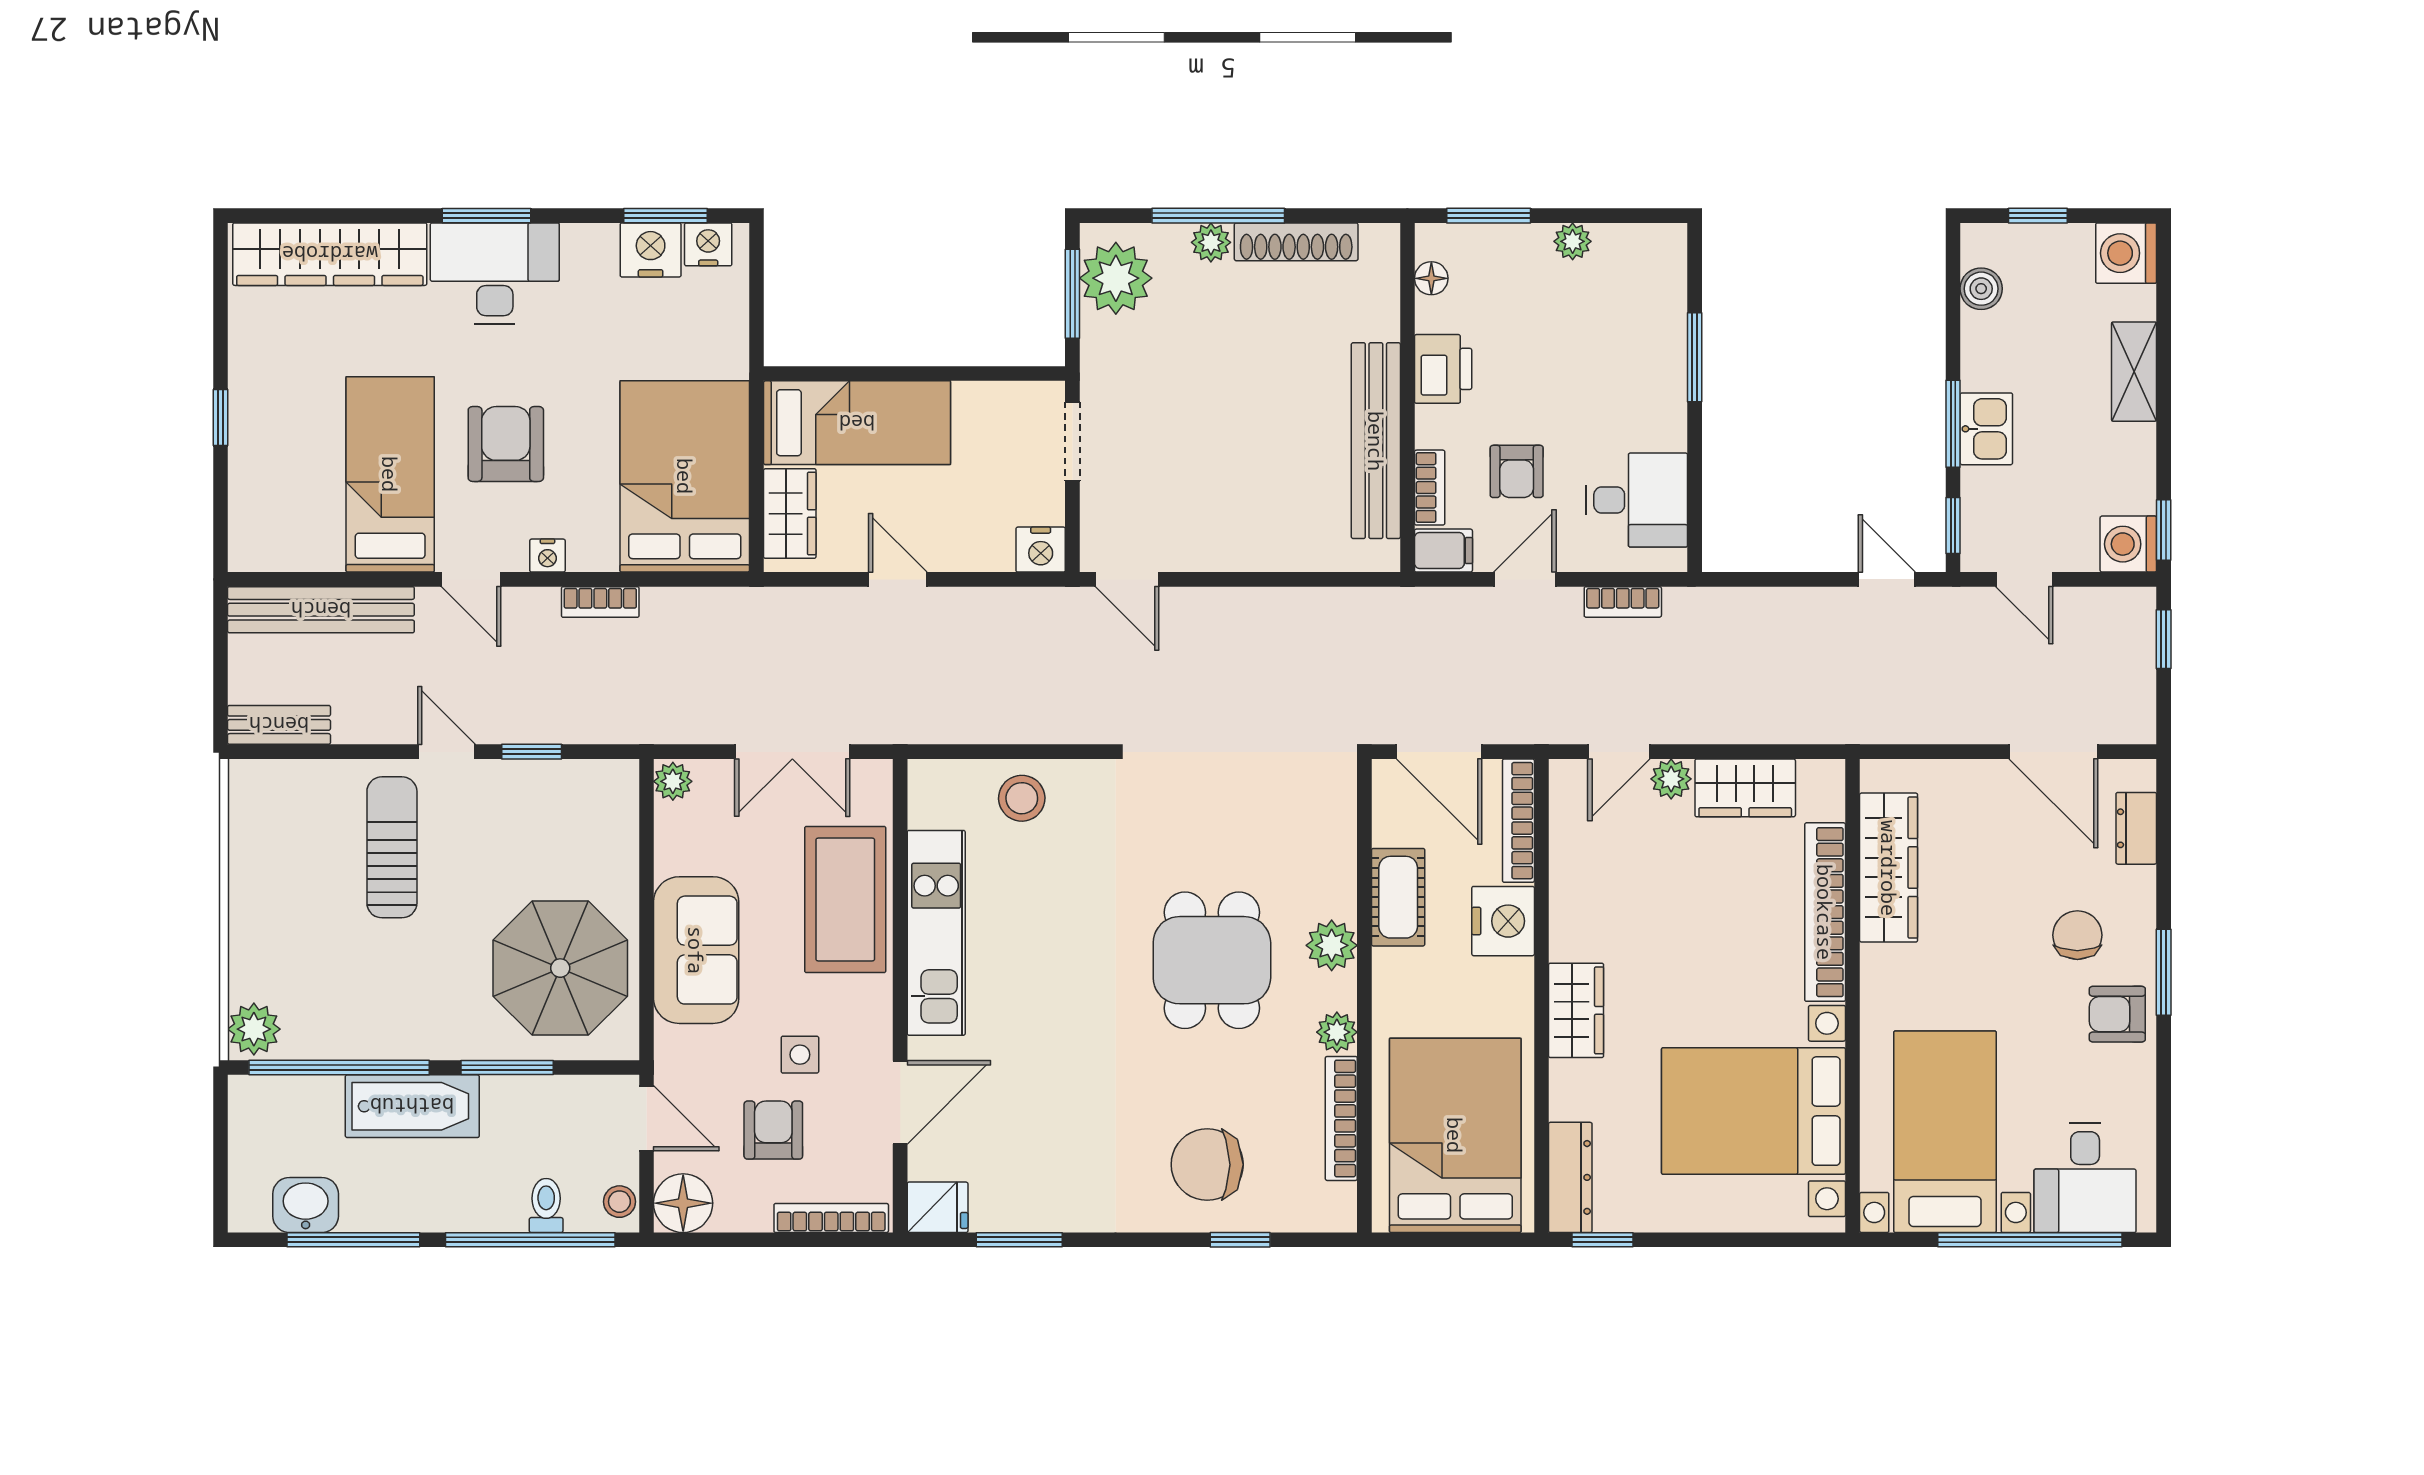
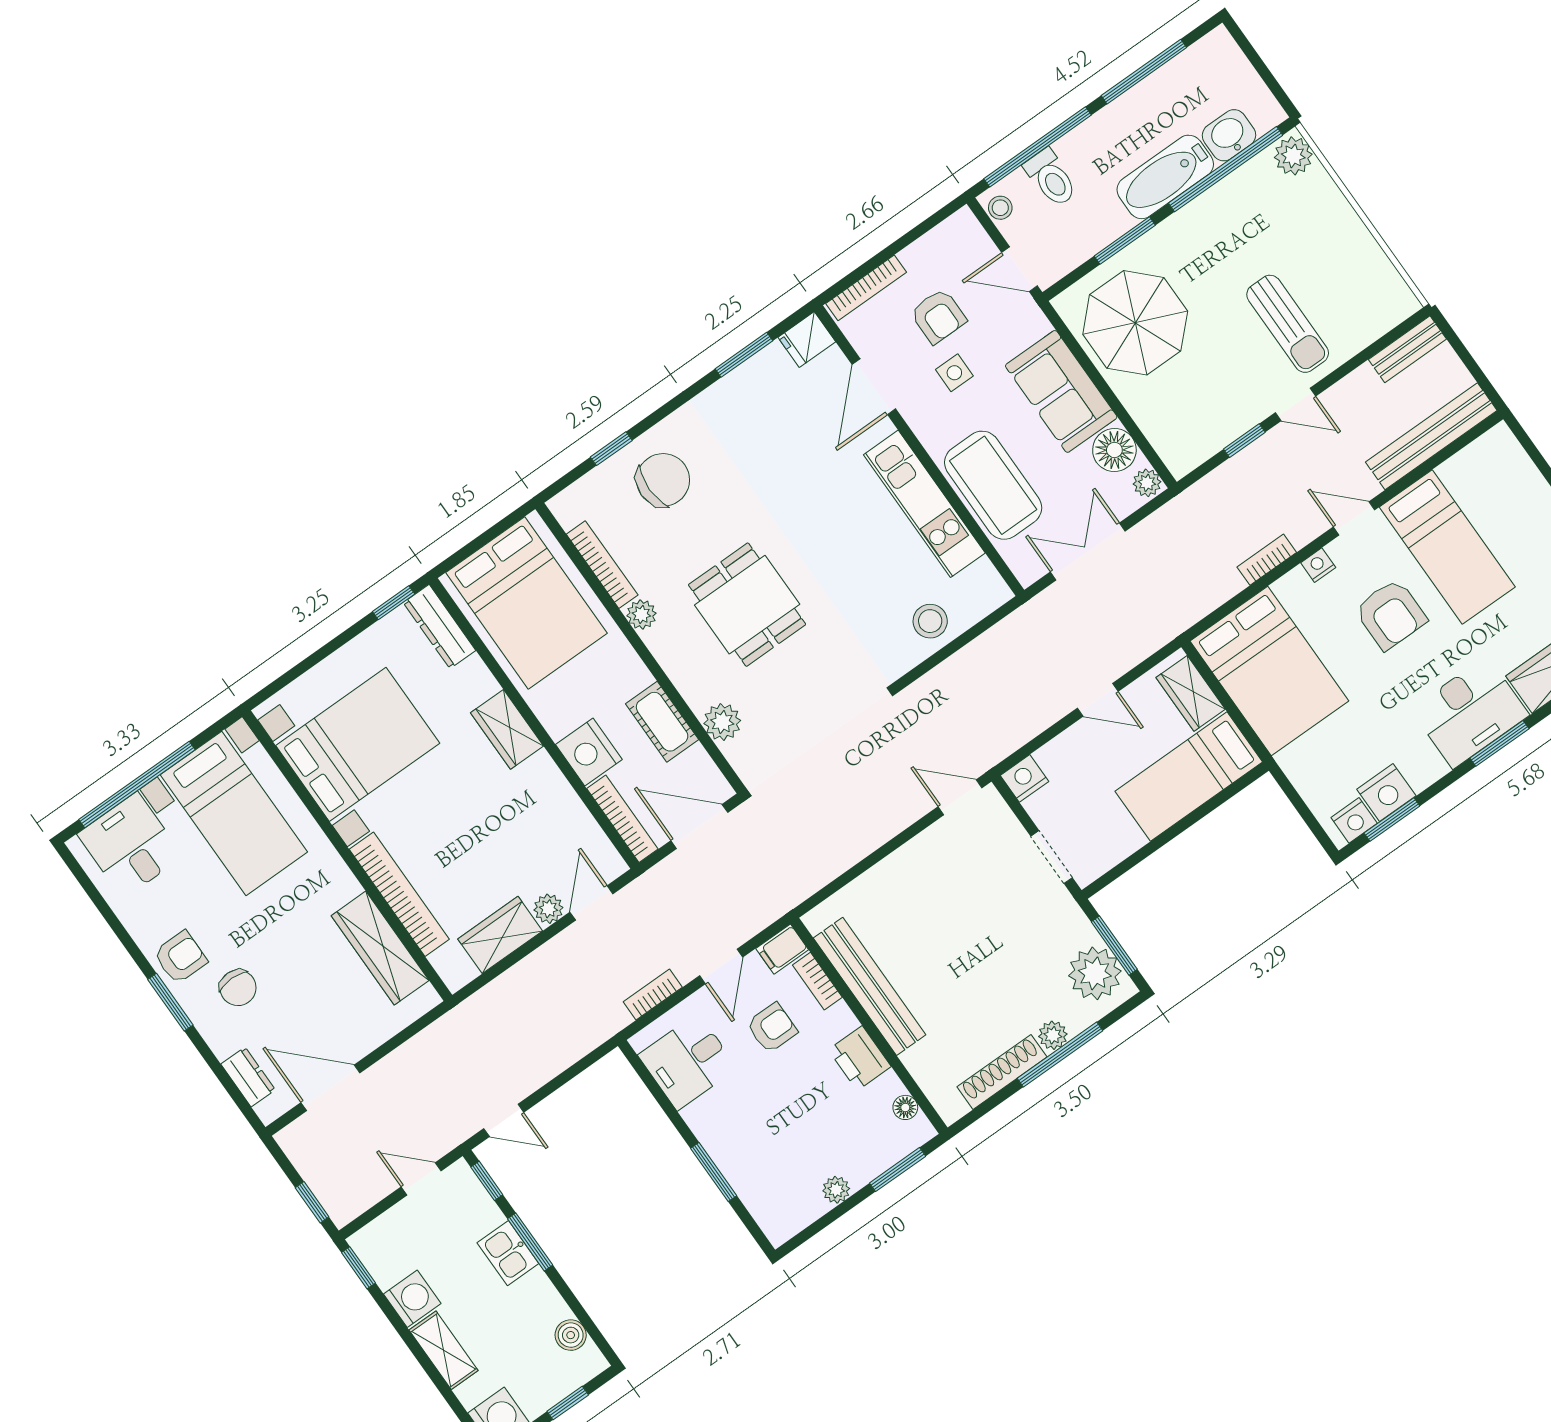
armchair: (1517, 471) -> (772, 1028), turned 90
washing machine: (2128, 544) -> (412, 1299), moved
plant: (1332, 945) -> (722, 722), moved
floor lamp: (683, 1203) -> (1114, 450), moved
washbasin: (306, 1205) -> (1229, 135), moved, turned 180
toilet: (546, 1205) -> (1051, 178), width x1.37, depth x1.39

